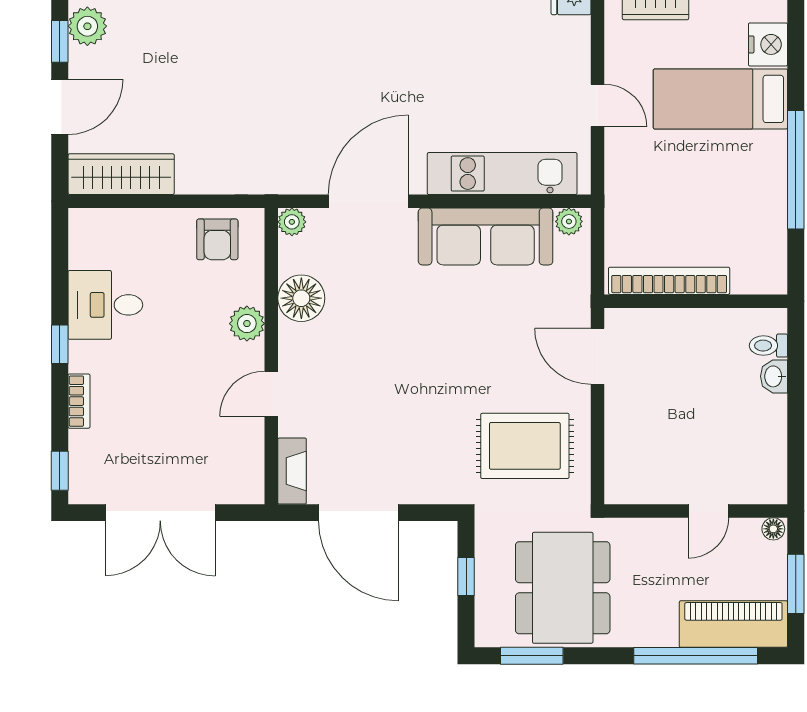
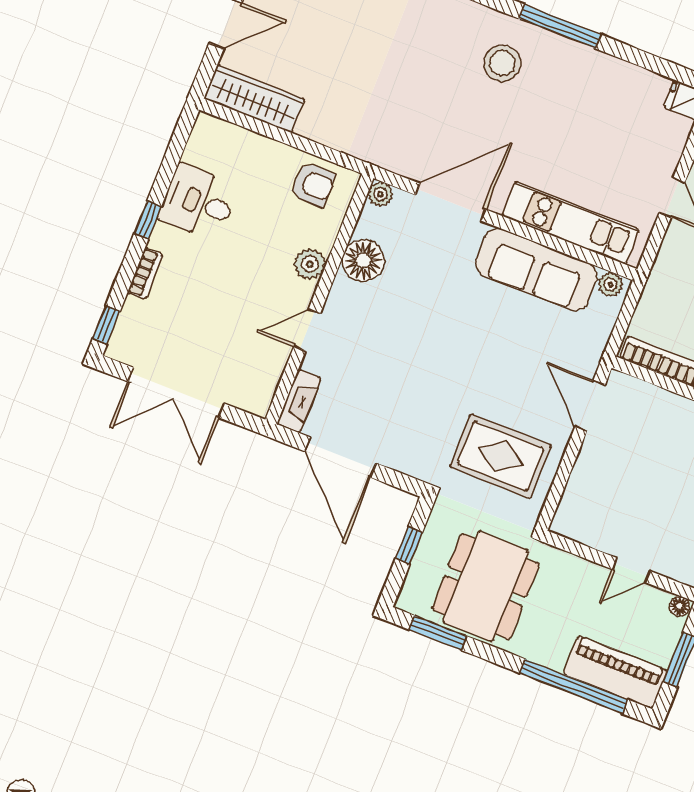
stool: (365, 35) -> (502, 63), added
armchair: (217, 239) -> (313, 184), turned -90

